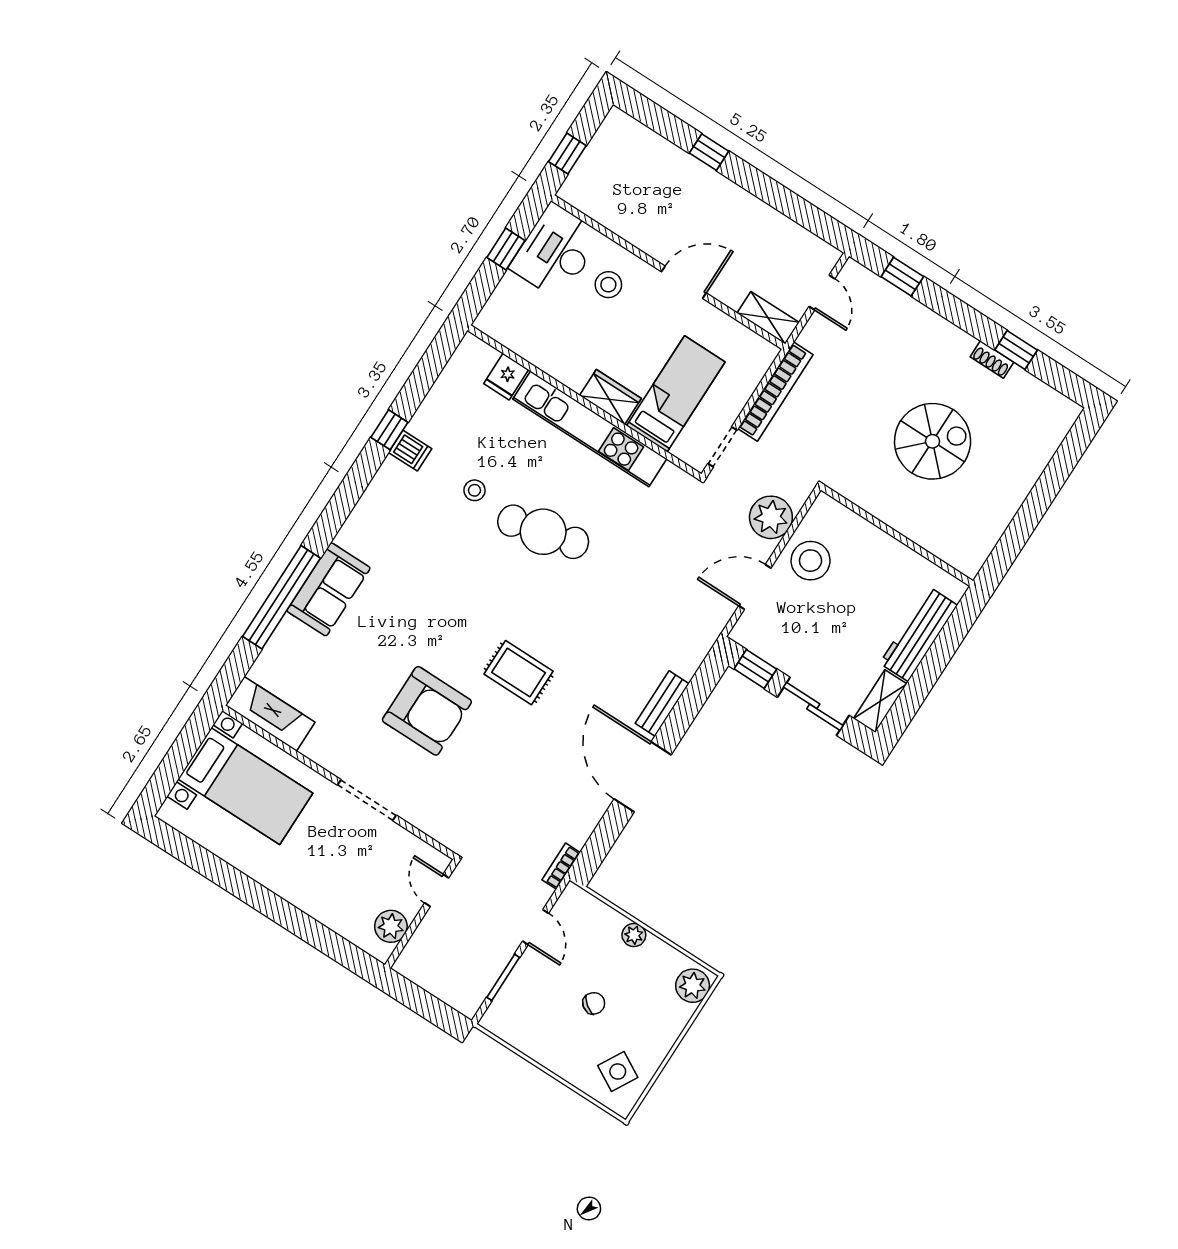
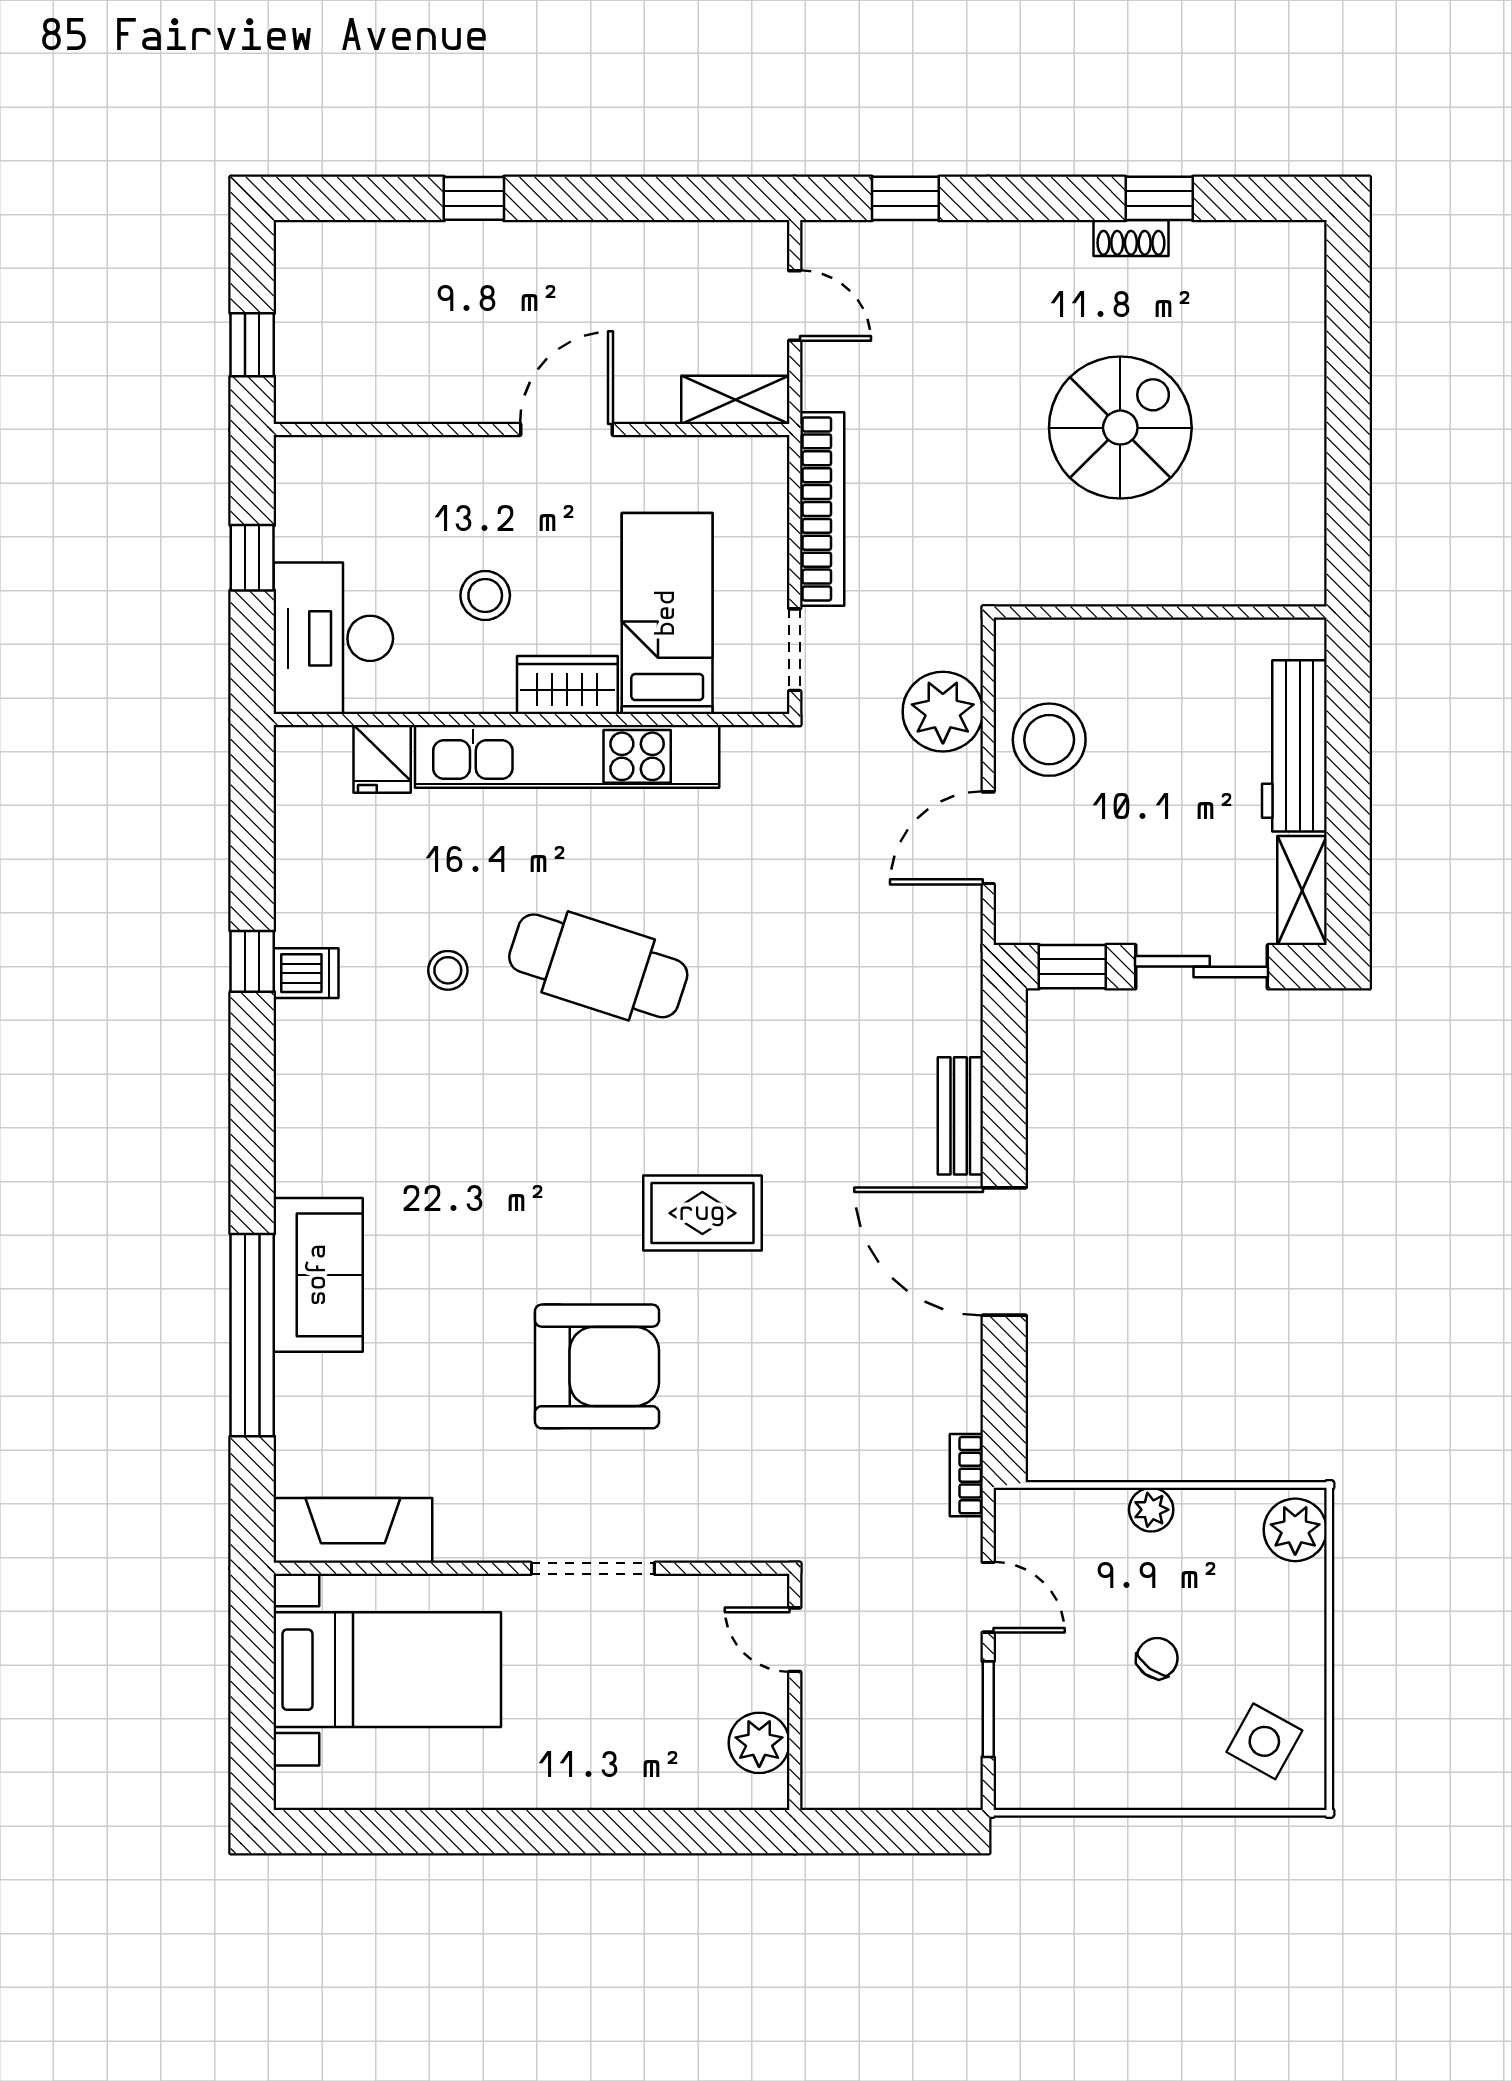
desk: (556, 251) -> (333, 638), moved
stool: (608, 285) -> (485, 595), moved
cafe table: (543, 532) -> (598, 966), turned 31

